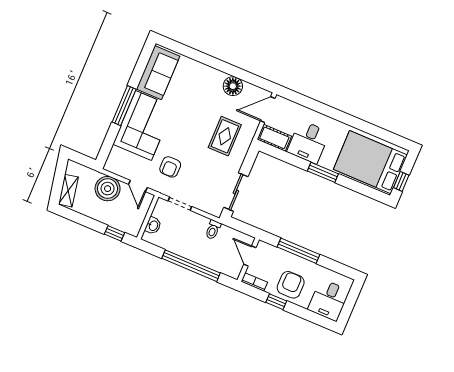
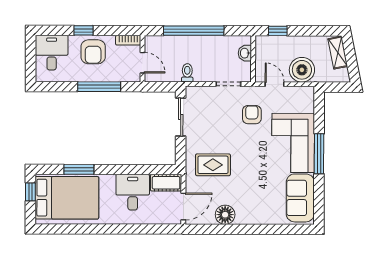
rug: (225, 136) -> (213, 165), turned 90
window: (323, 172) -> (79, 169), moved
window: (276, 302) -> (84, 30), moved

